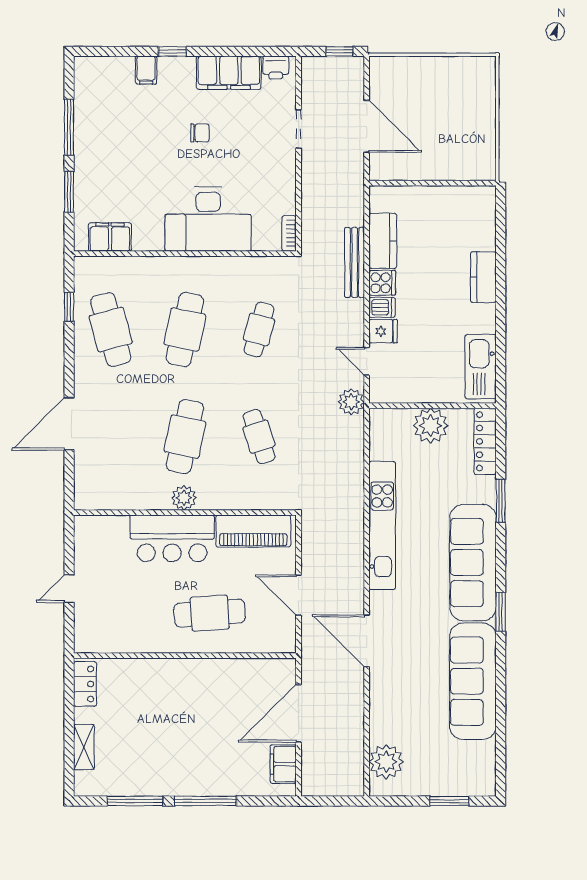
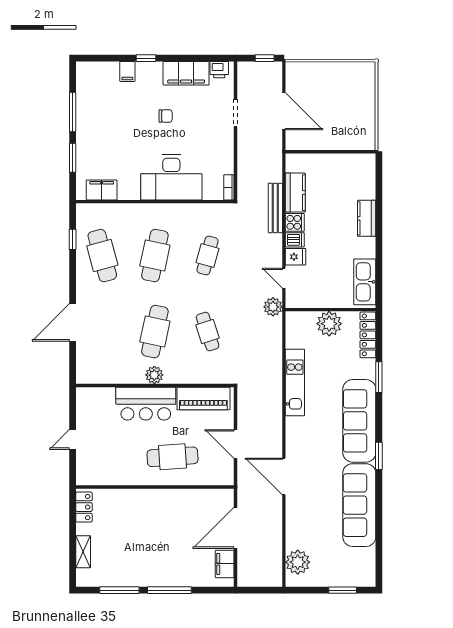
kitchen unit: (382, 526) -> (295, 382), width x0.73

